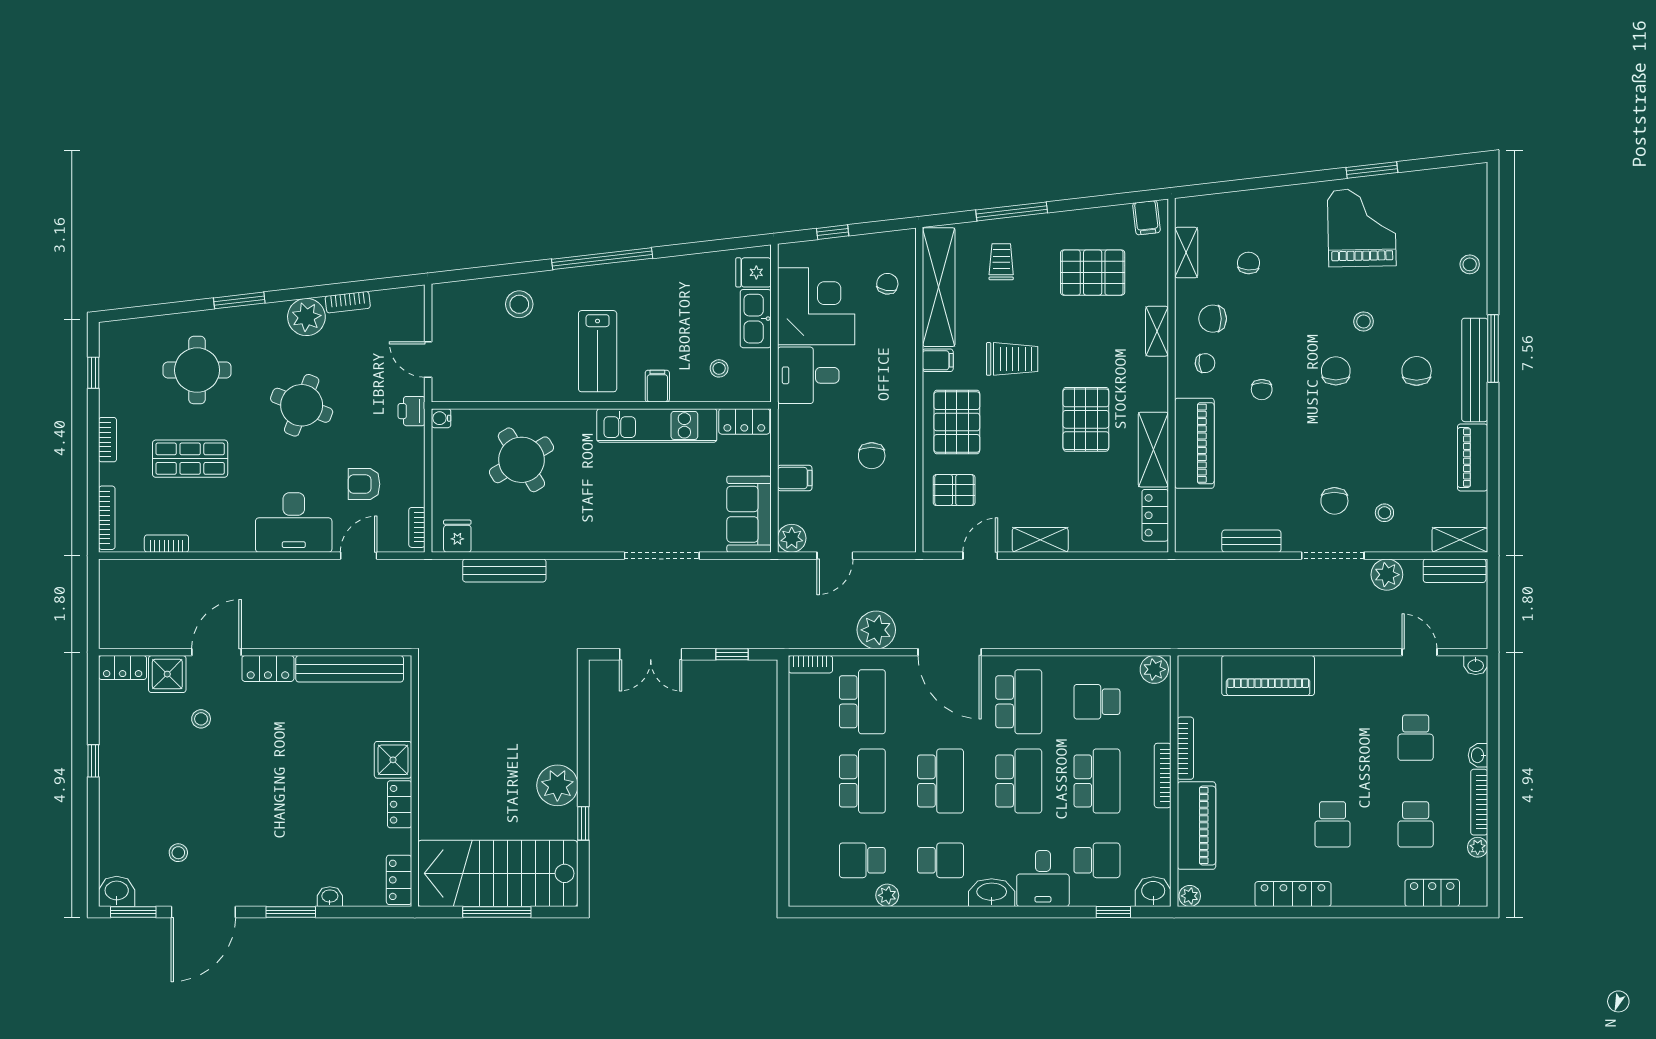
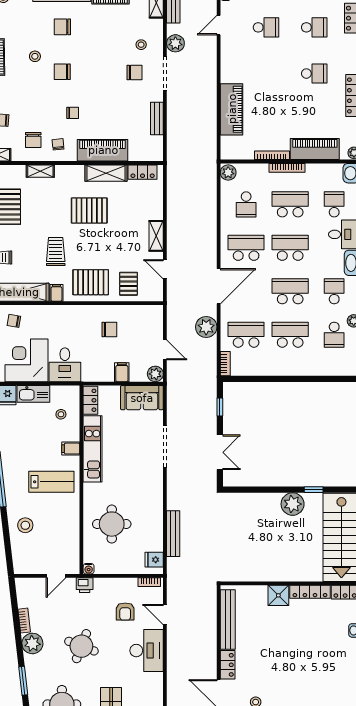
round table: (521, 460) -> (112, 524), turned 31
locker: (400, 804) -> (310, 592), width x1.53

